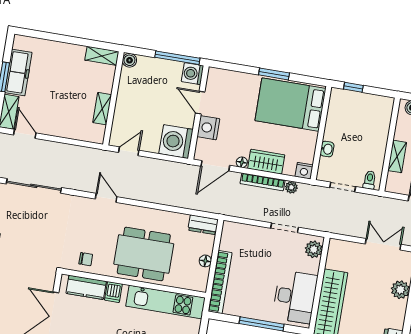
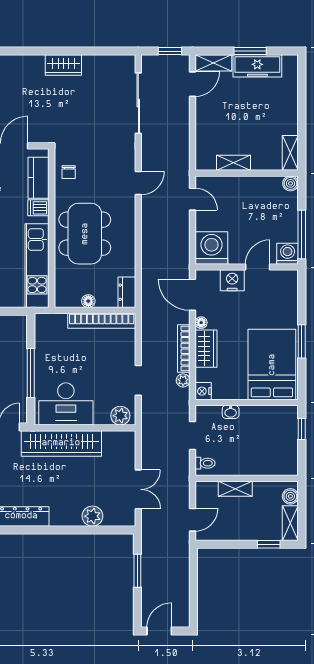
bookcase: (220, 282) -> (102, 321), moved

